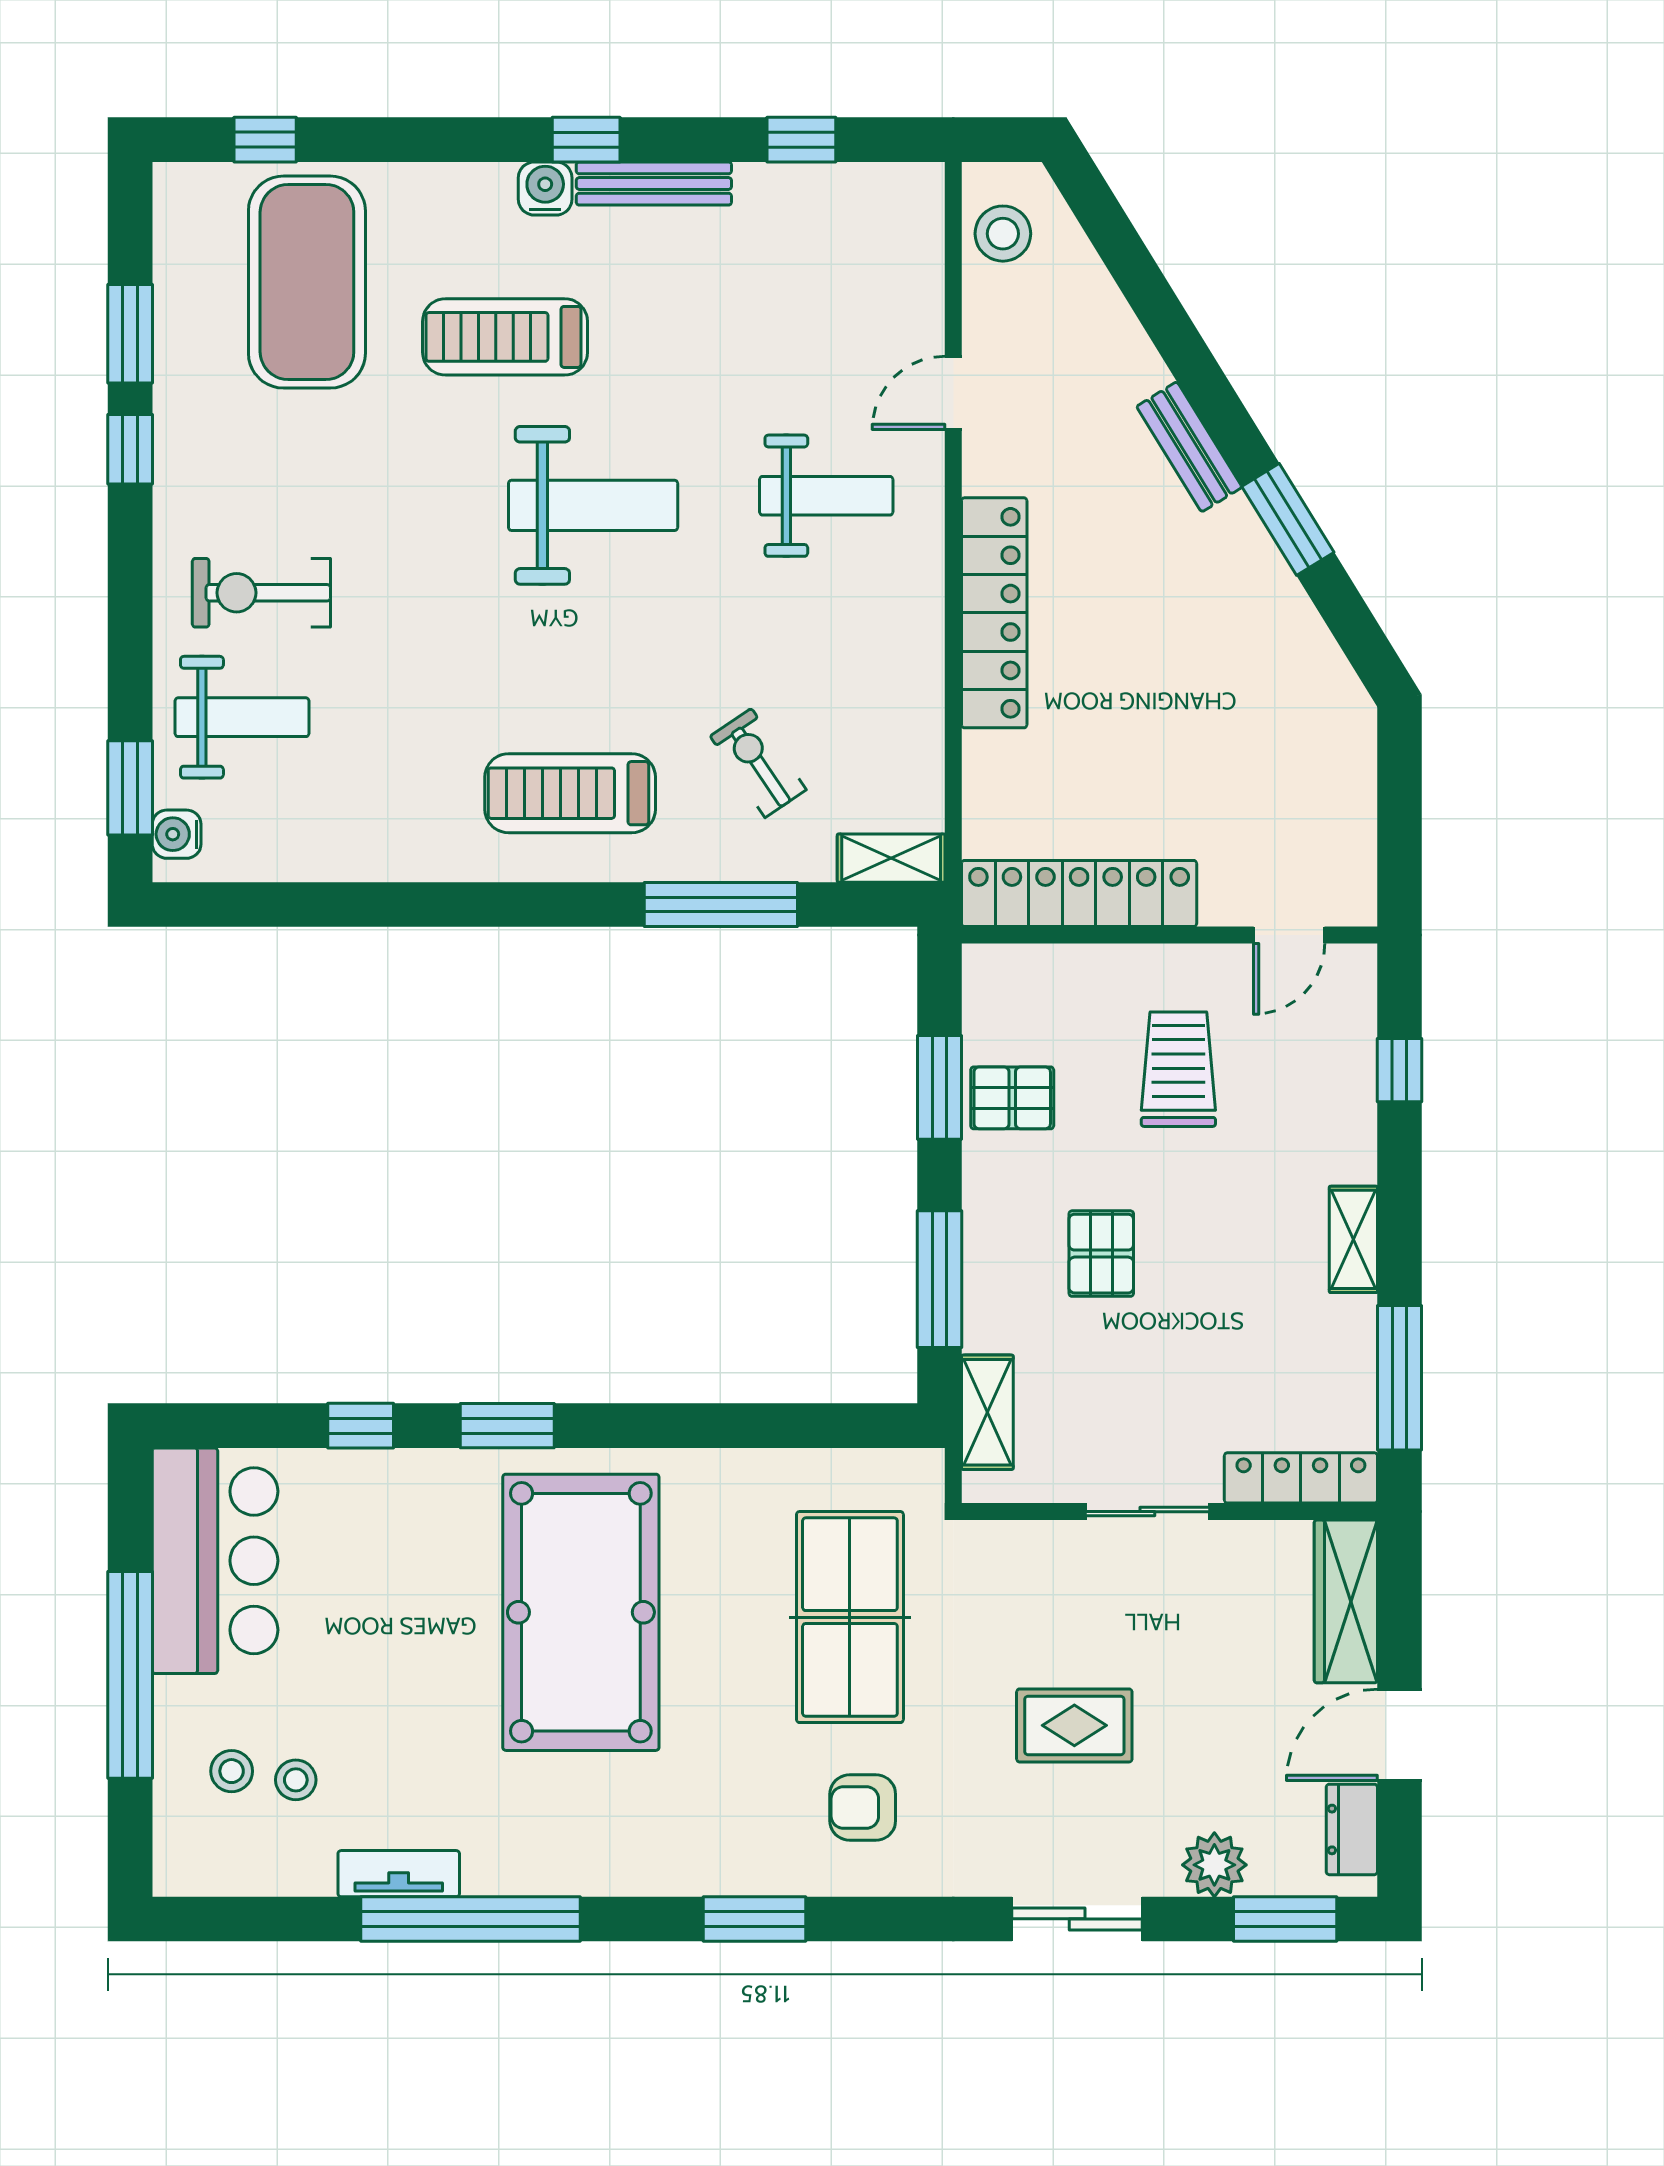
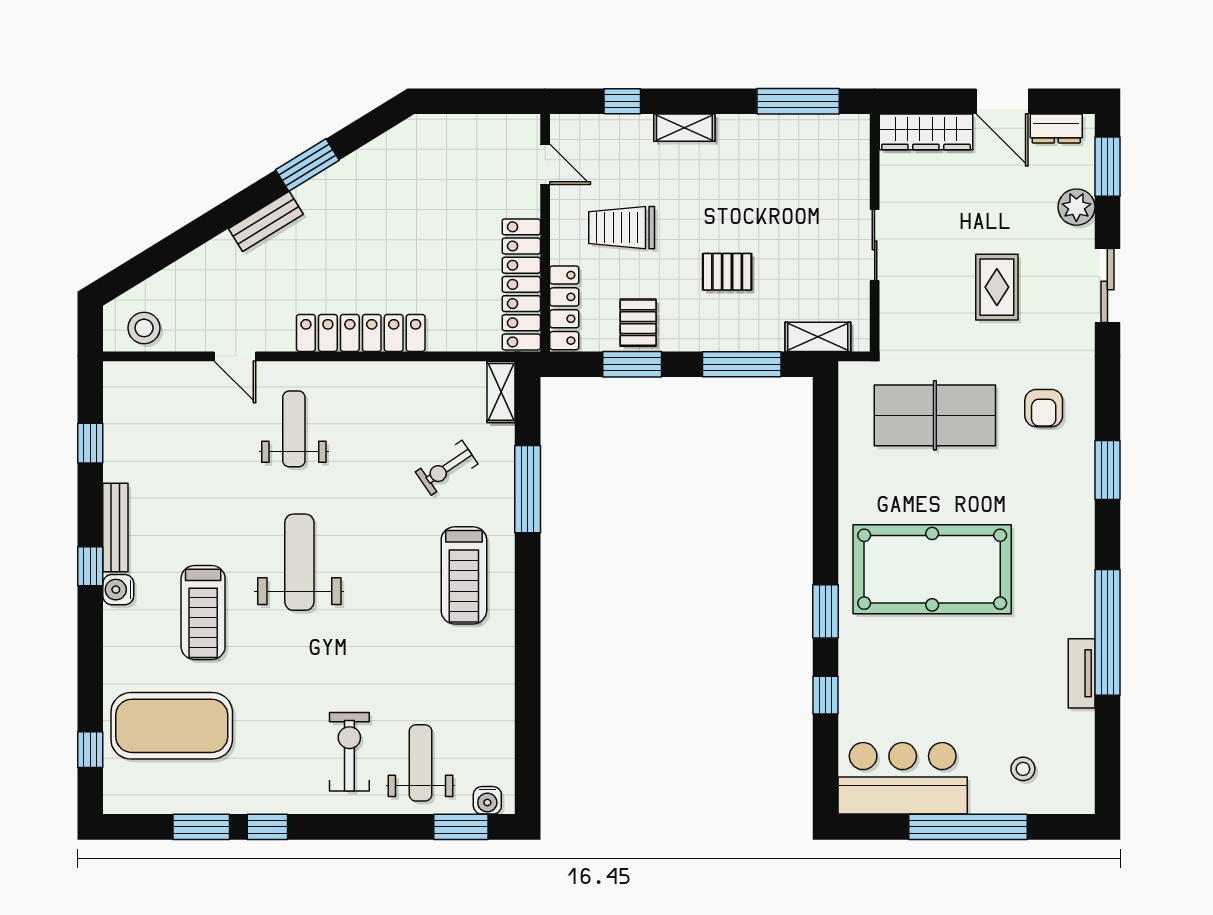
exercise bike: (261, 593) -> (349, 752), turned 180
shelving: (1353, 1239) -> (684, 128), moved
locker: (1301, 1478) -> (564, 308), moved, turned 180
stool: (296, 1780) -> (1028, 732), removed

